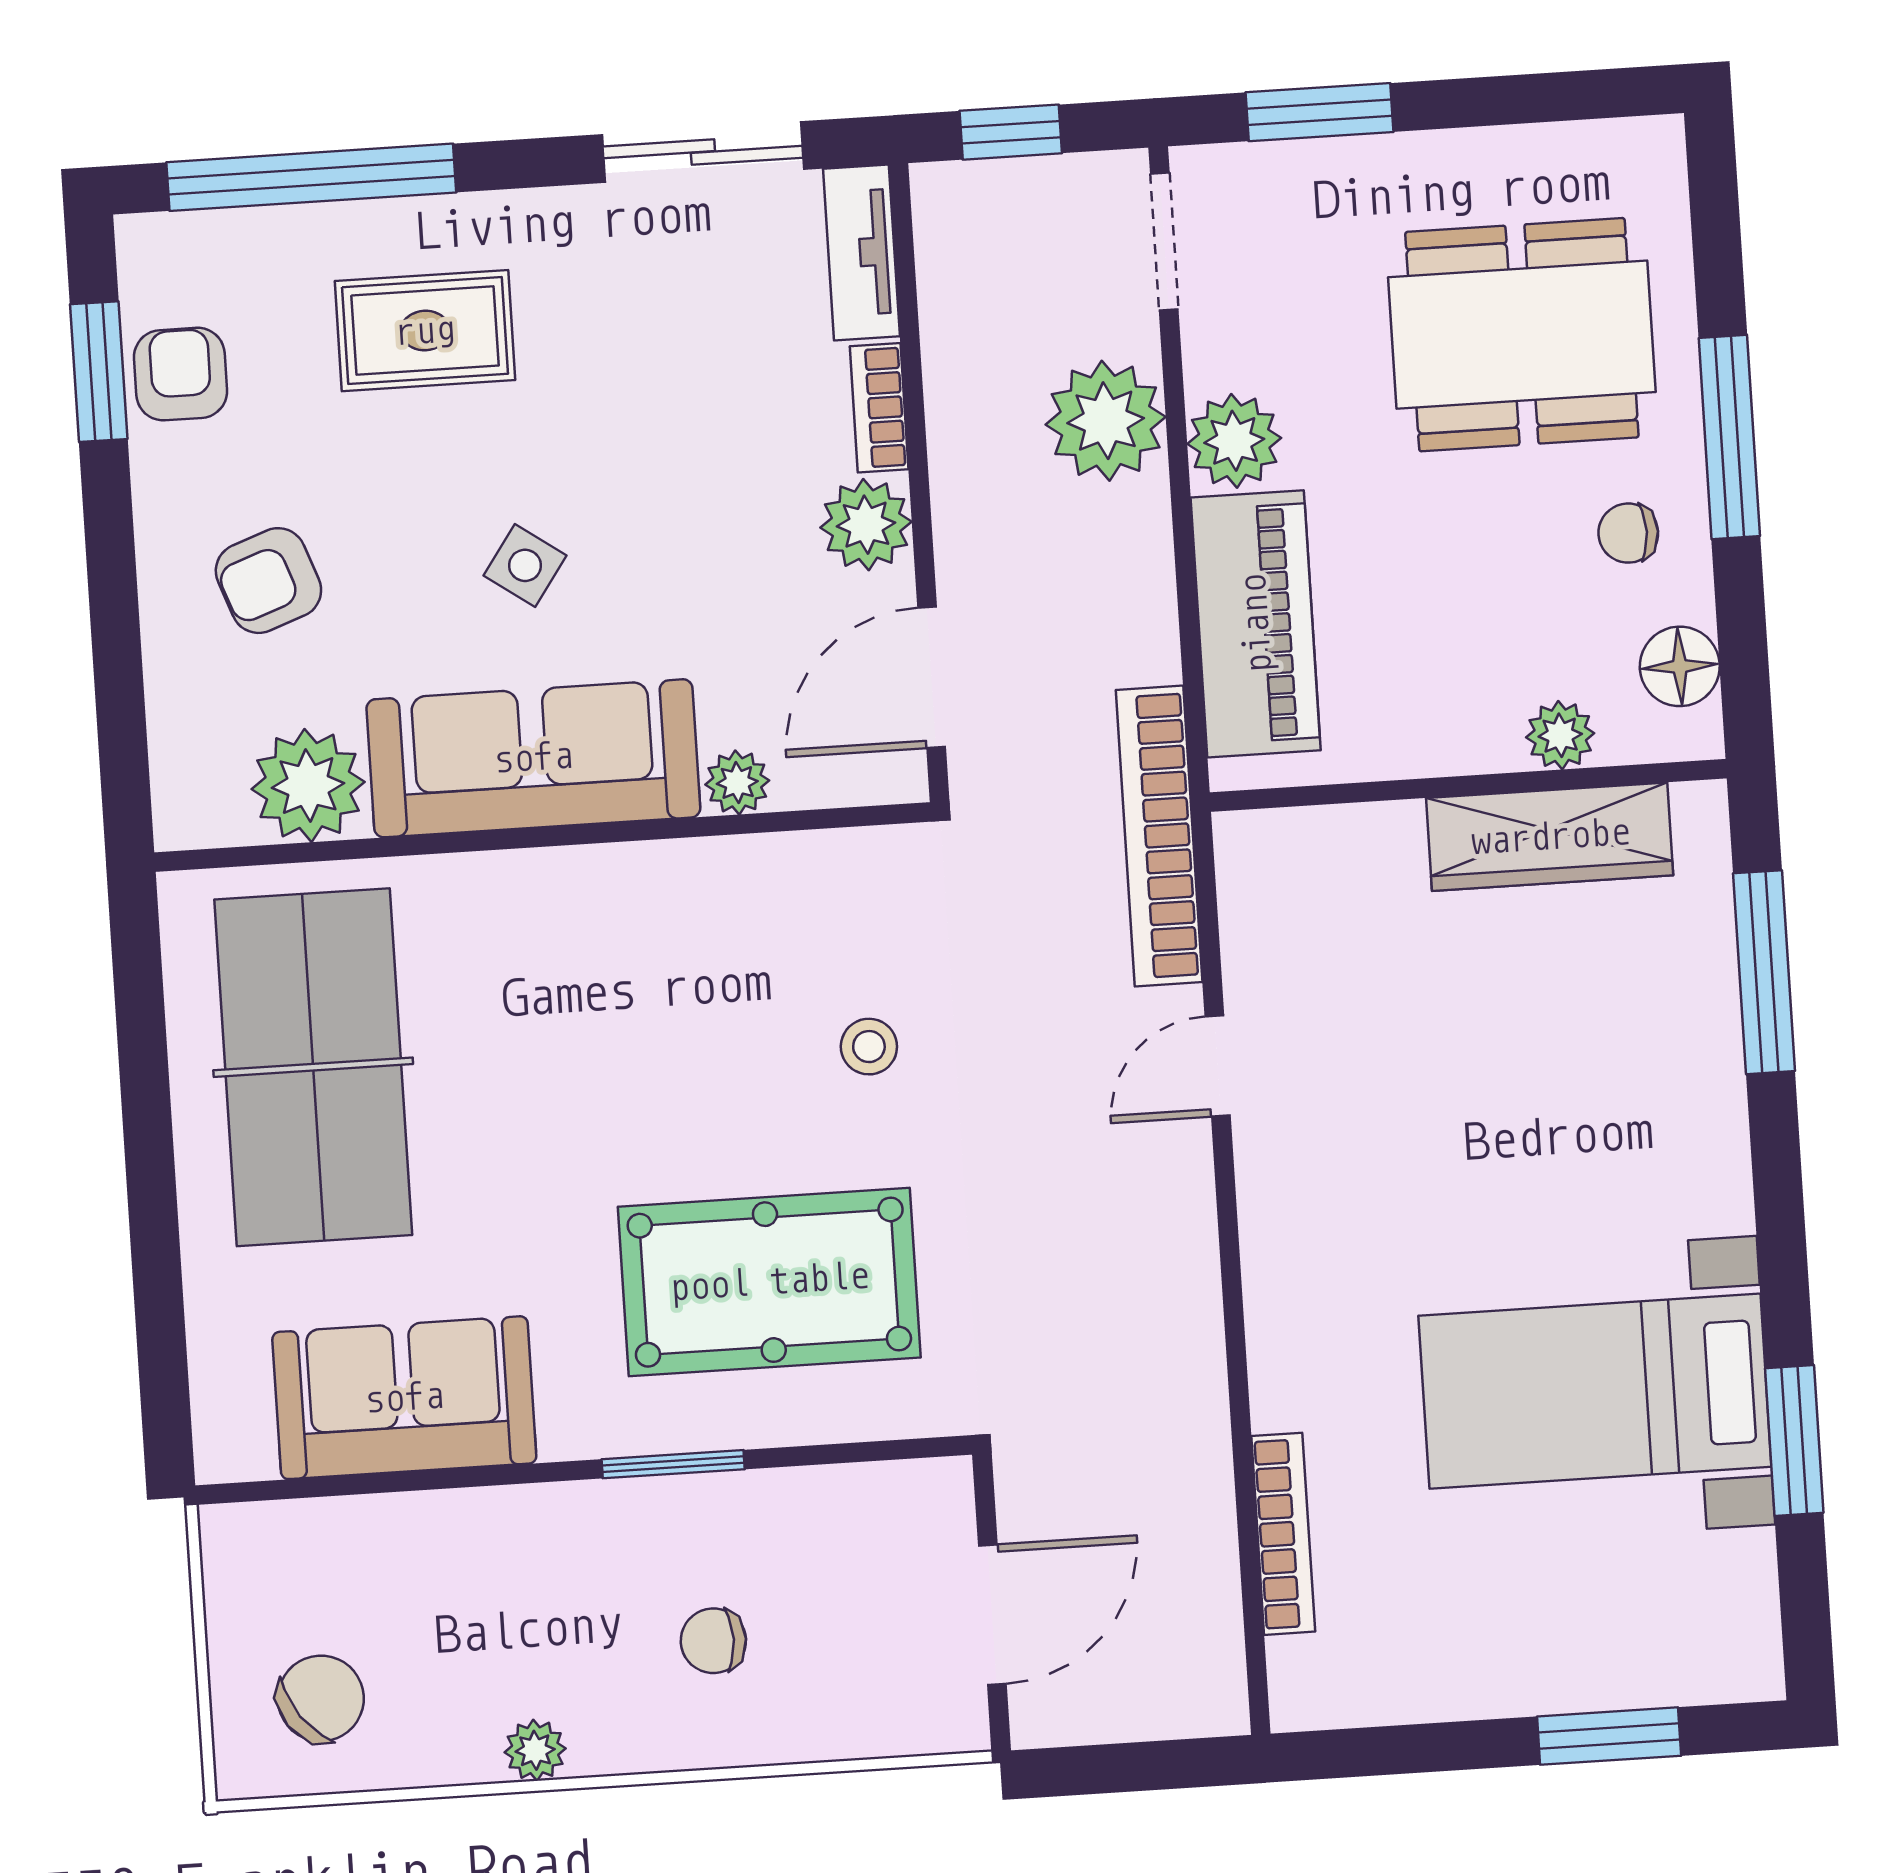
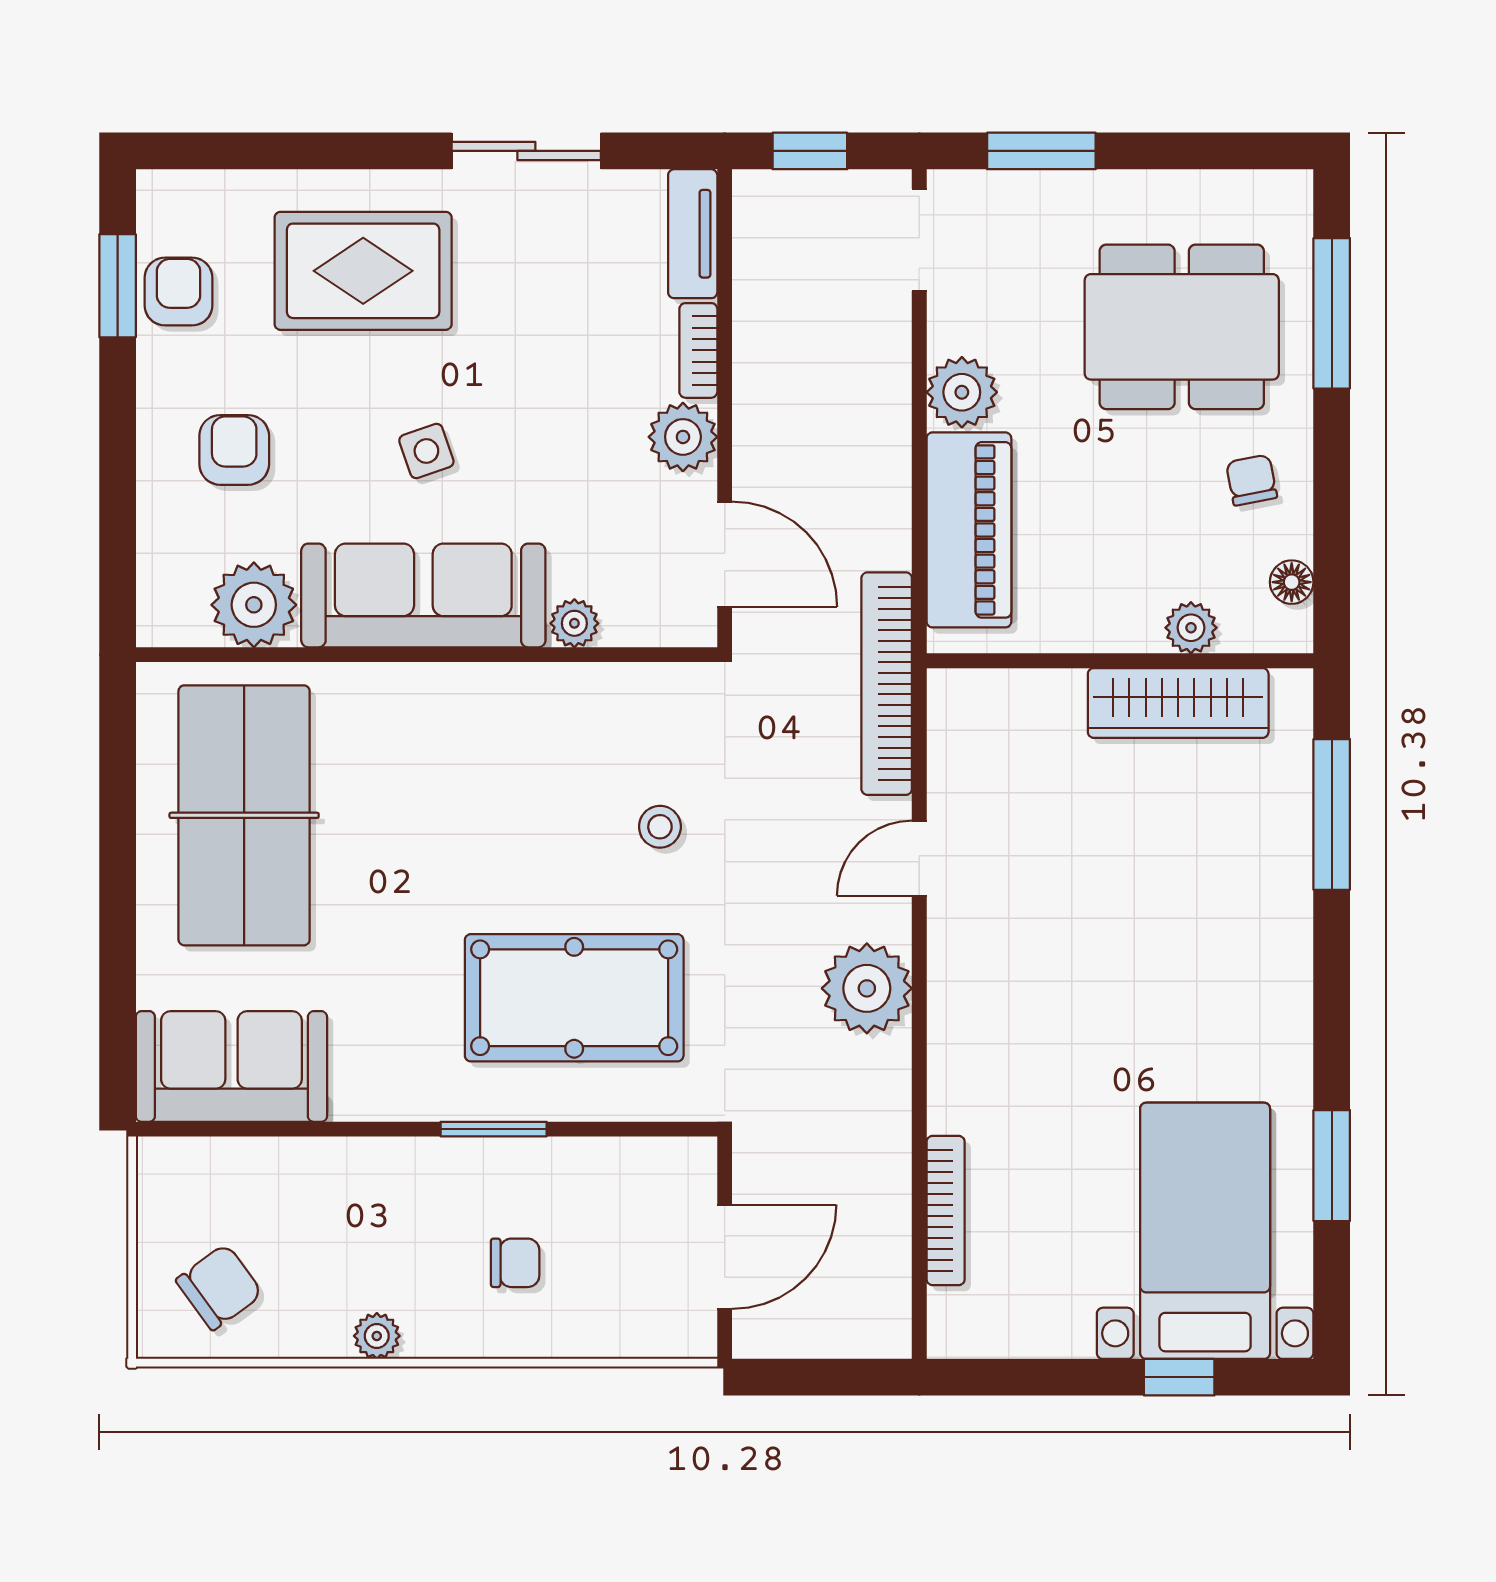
sliding door: (703, 152) -> (526, 151), moved
window: (311, 177) -> (286, 151), removed
rug: (425, 331) -> (363, 271), width x1.36, depth x1.43
plant: (1106, 421) -> (867, 988), moved
window: (1729, 437) -> (1332, 313), moved
chair: (1628, 533) -> (1252, 480), turned 79
side table: (525, 565) -> (426, 451), turned 36
armchair: (268, 581) -> (234, 450), turned 110
floor lamp: (1680, 666) -> (1292, 582), width x0.73, depth x0.73
door: (932, 677) -> (725, 554), swing flipped
bed with nightstands: (1595, 1391) -> (1205, 1231), moved, turned 90
sofa: (404, 1398) -> (231, 1066), moved
chair: (713, 1641) -> (515, 1263), turned 180
window: (1609, 1736) -> (1179, 1377), width x0.67

